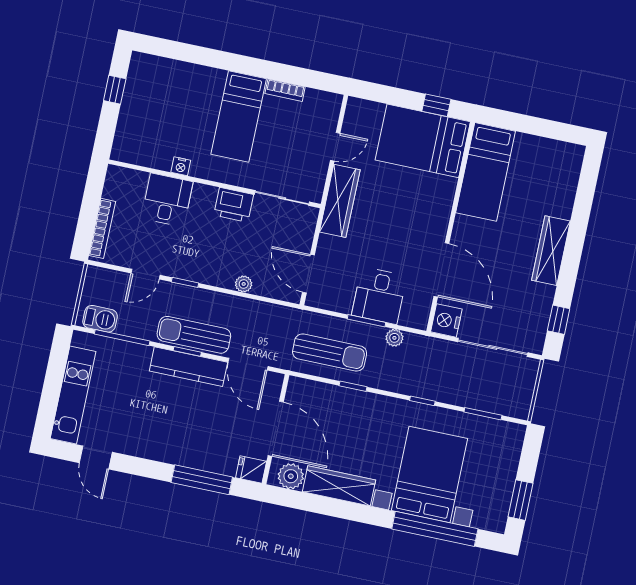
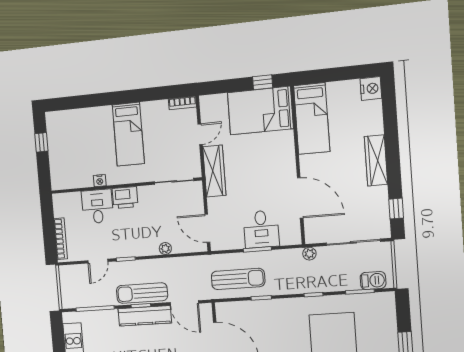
bookcase: (285, 90) -> (182, 103), moved
printer: (234, 205) -> (125, 198), moved
barbecue: (100, 319) -> (373, 280), moved
nightstand: (446, 320) -> (371, 89), moved, turned 180
plant: (394, 338) -> (309, 254), moved

